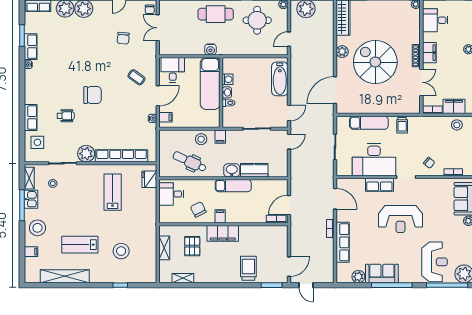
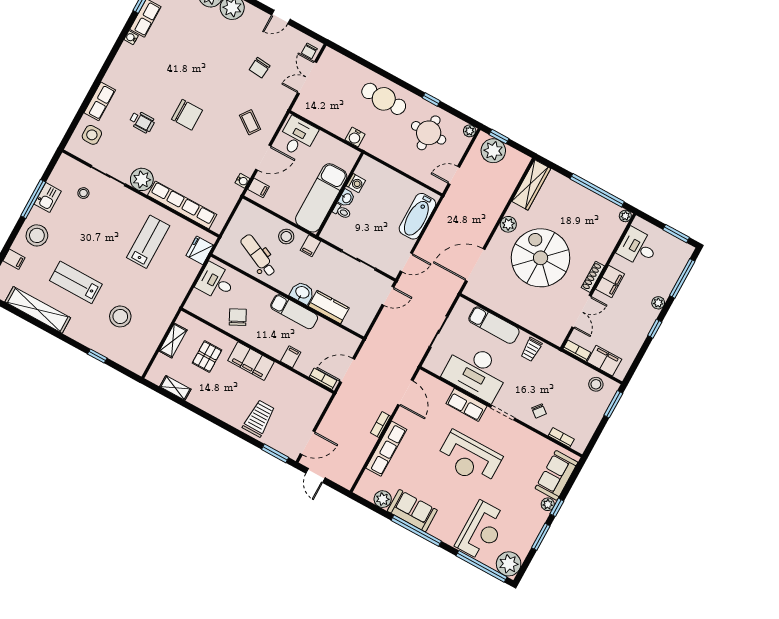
exam couch: (210, 83) -> (321, 198), moved
shelving: (29, 178) -> (59, 172), removed
filing cabinet: (220, 216) -> (291, 357), moved

